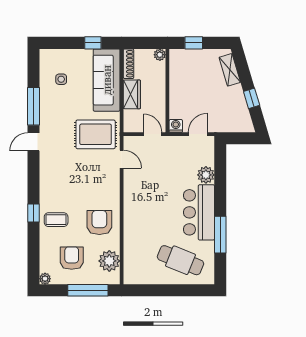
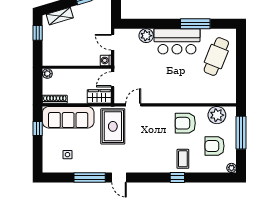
window: (194, 43) -> (38, 33), moved
wardrobe: (132, 94) -> (99, 96), moved

